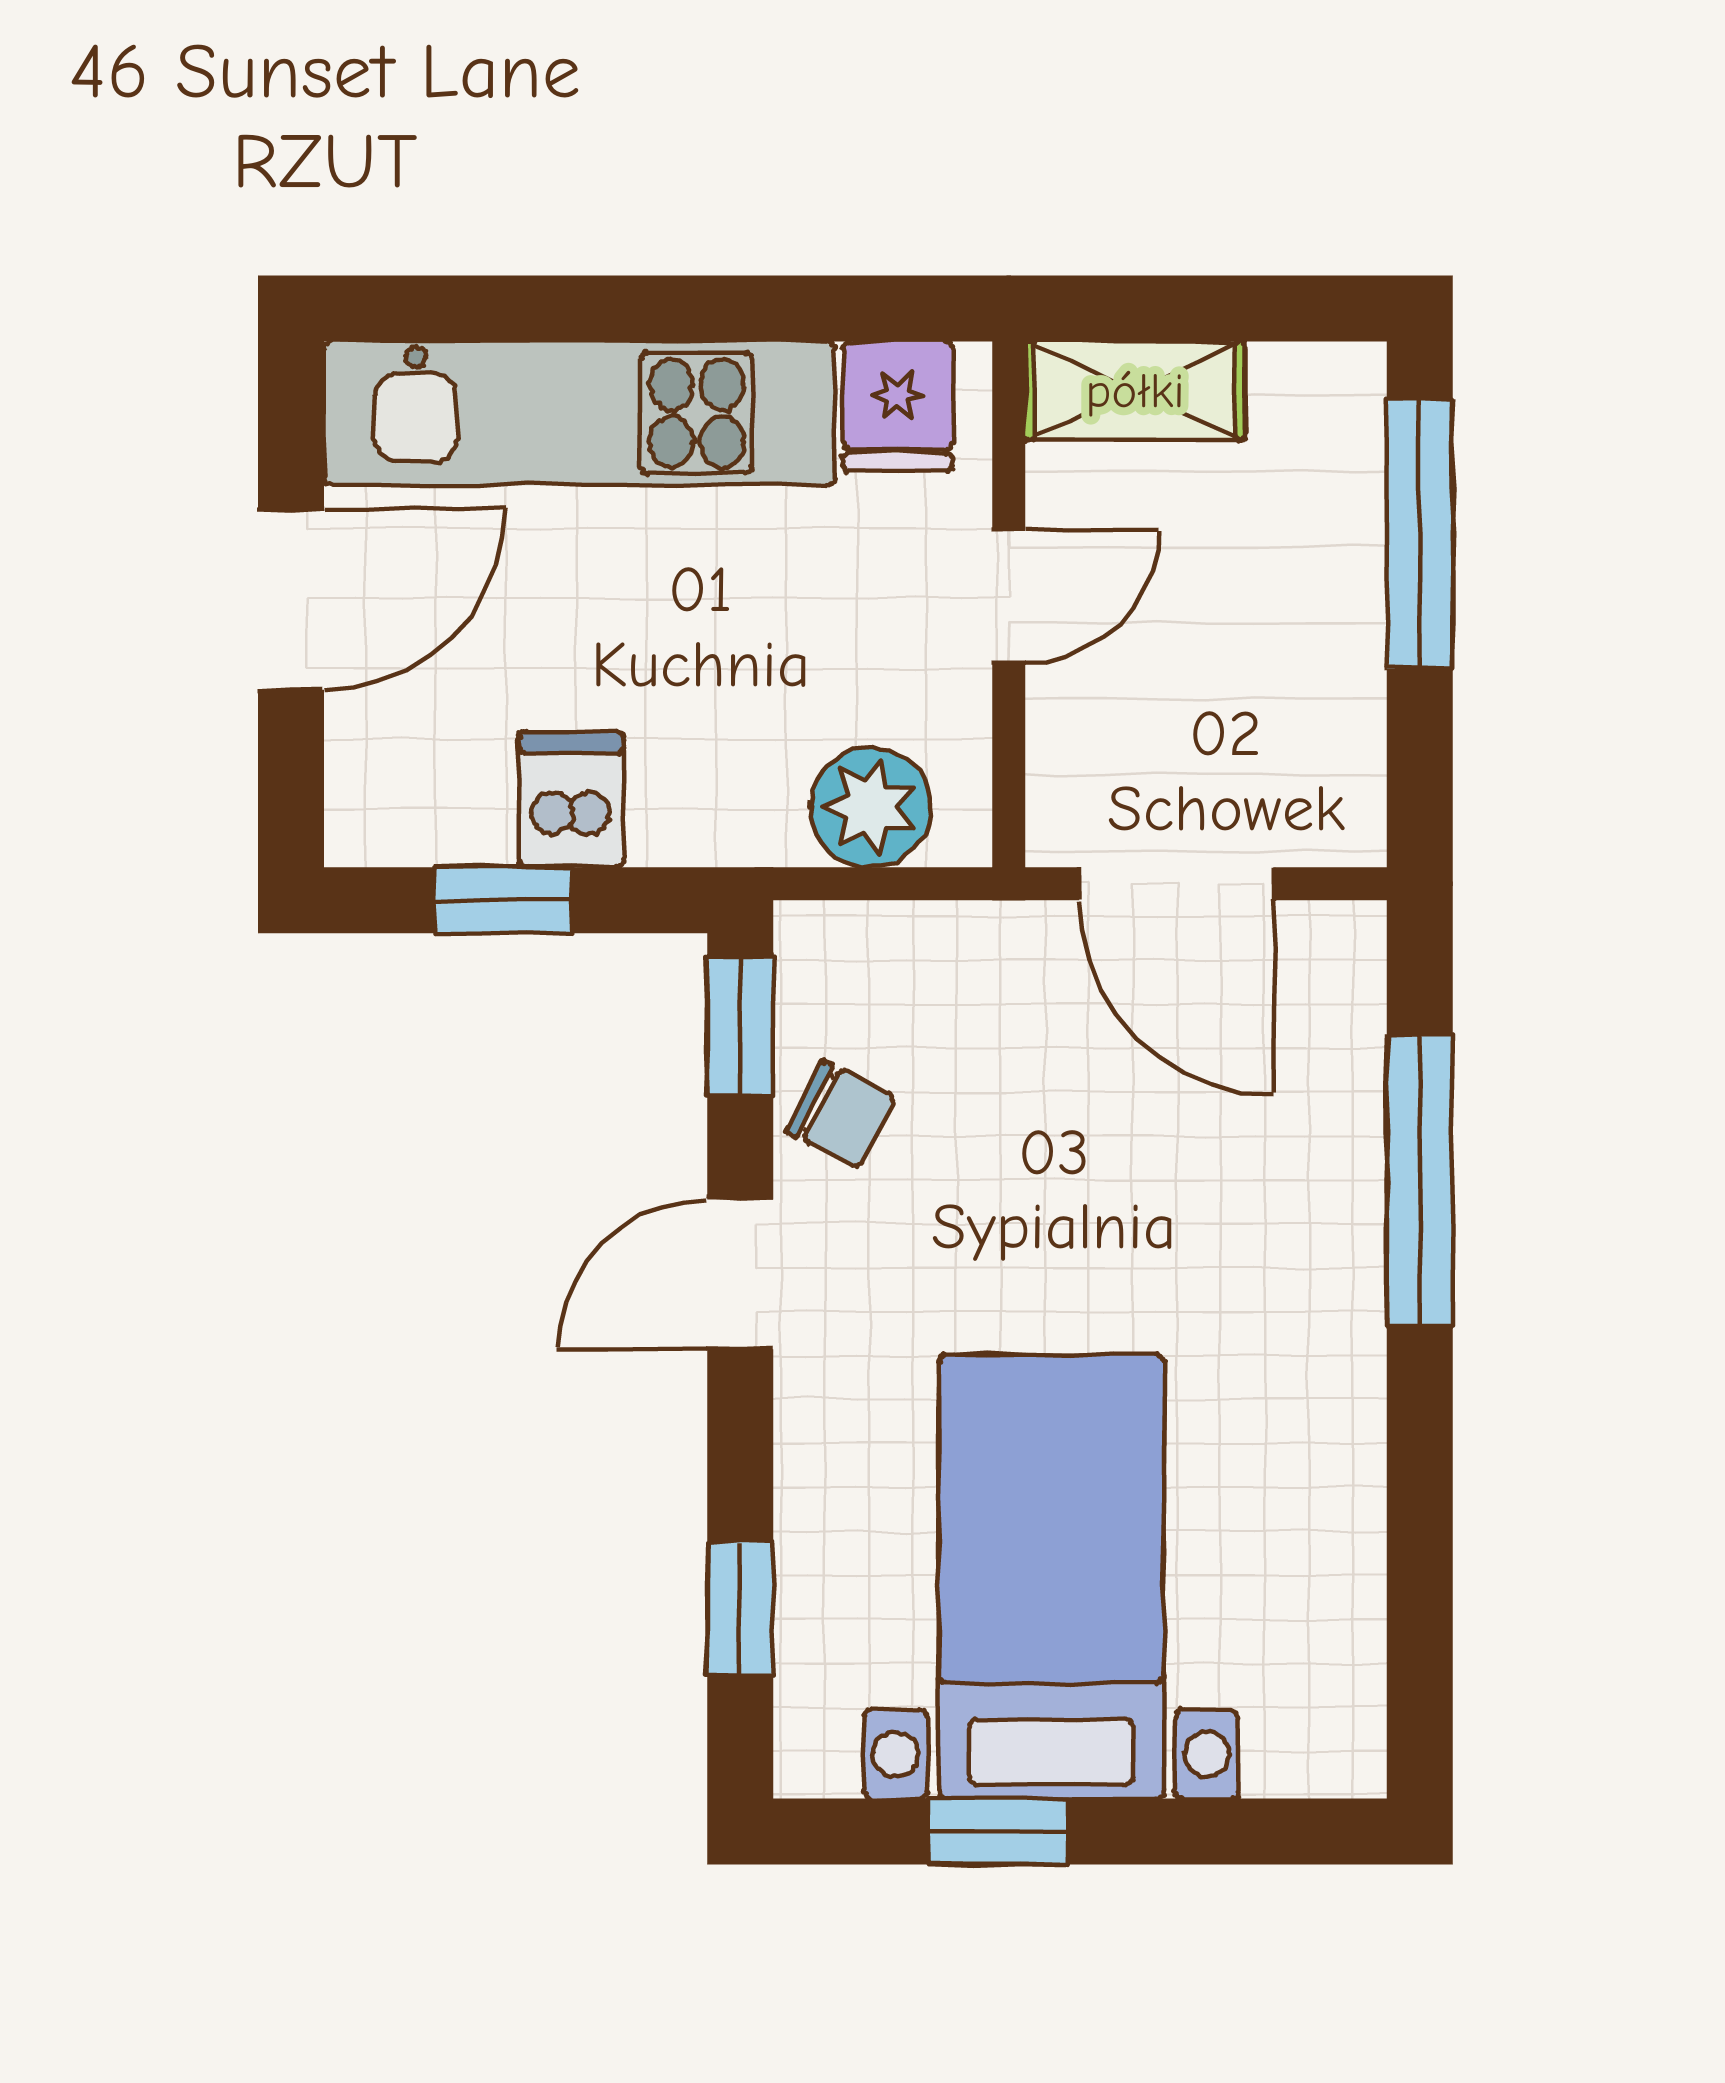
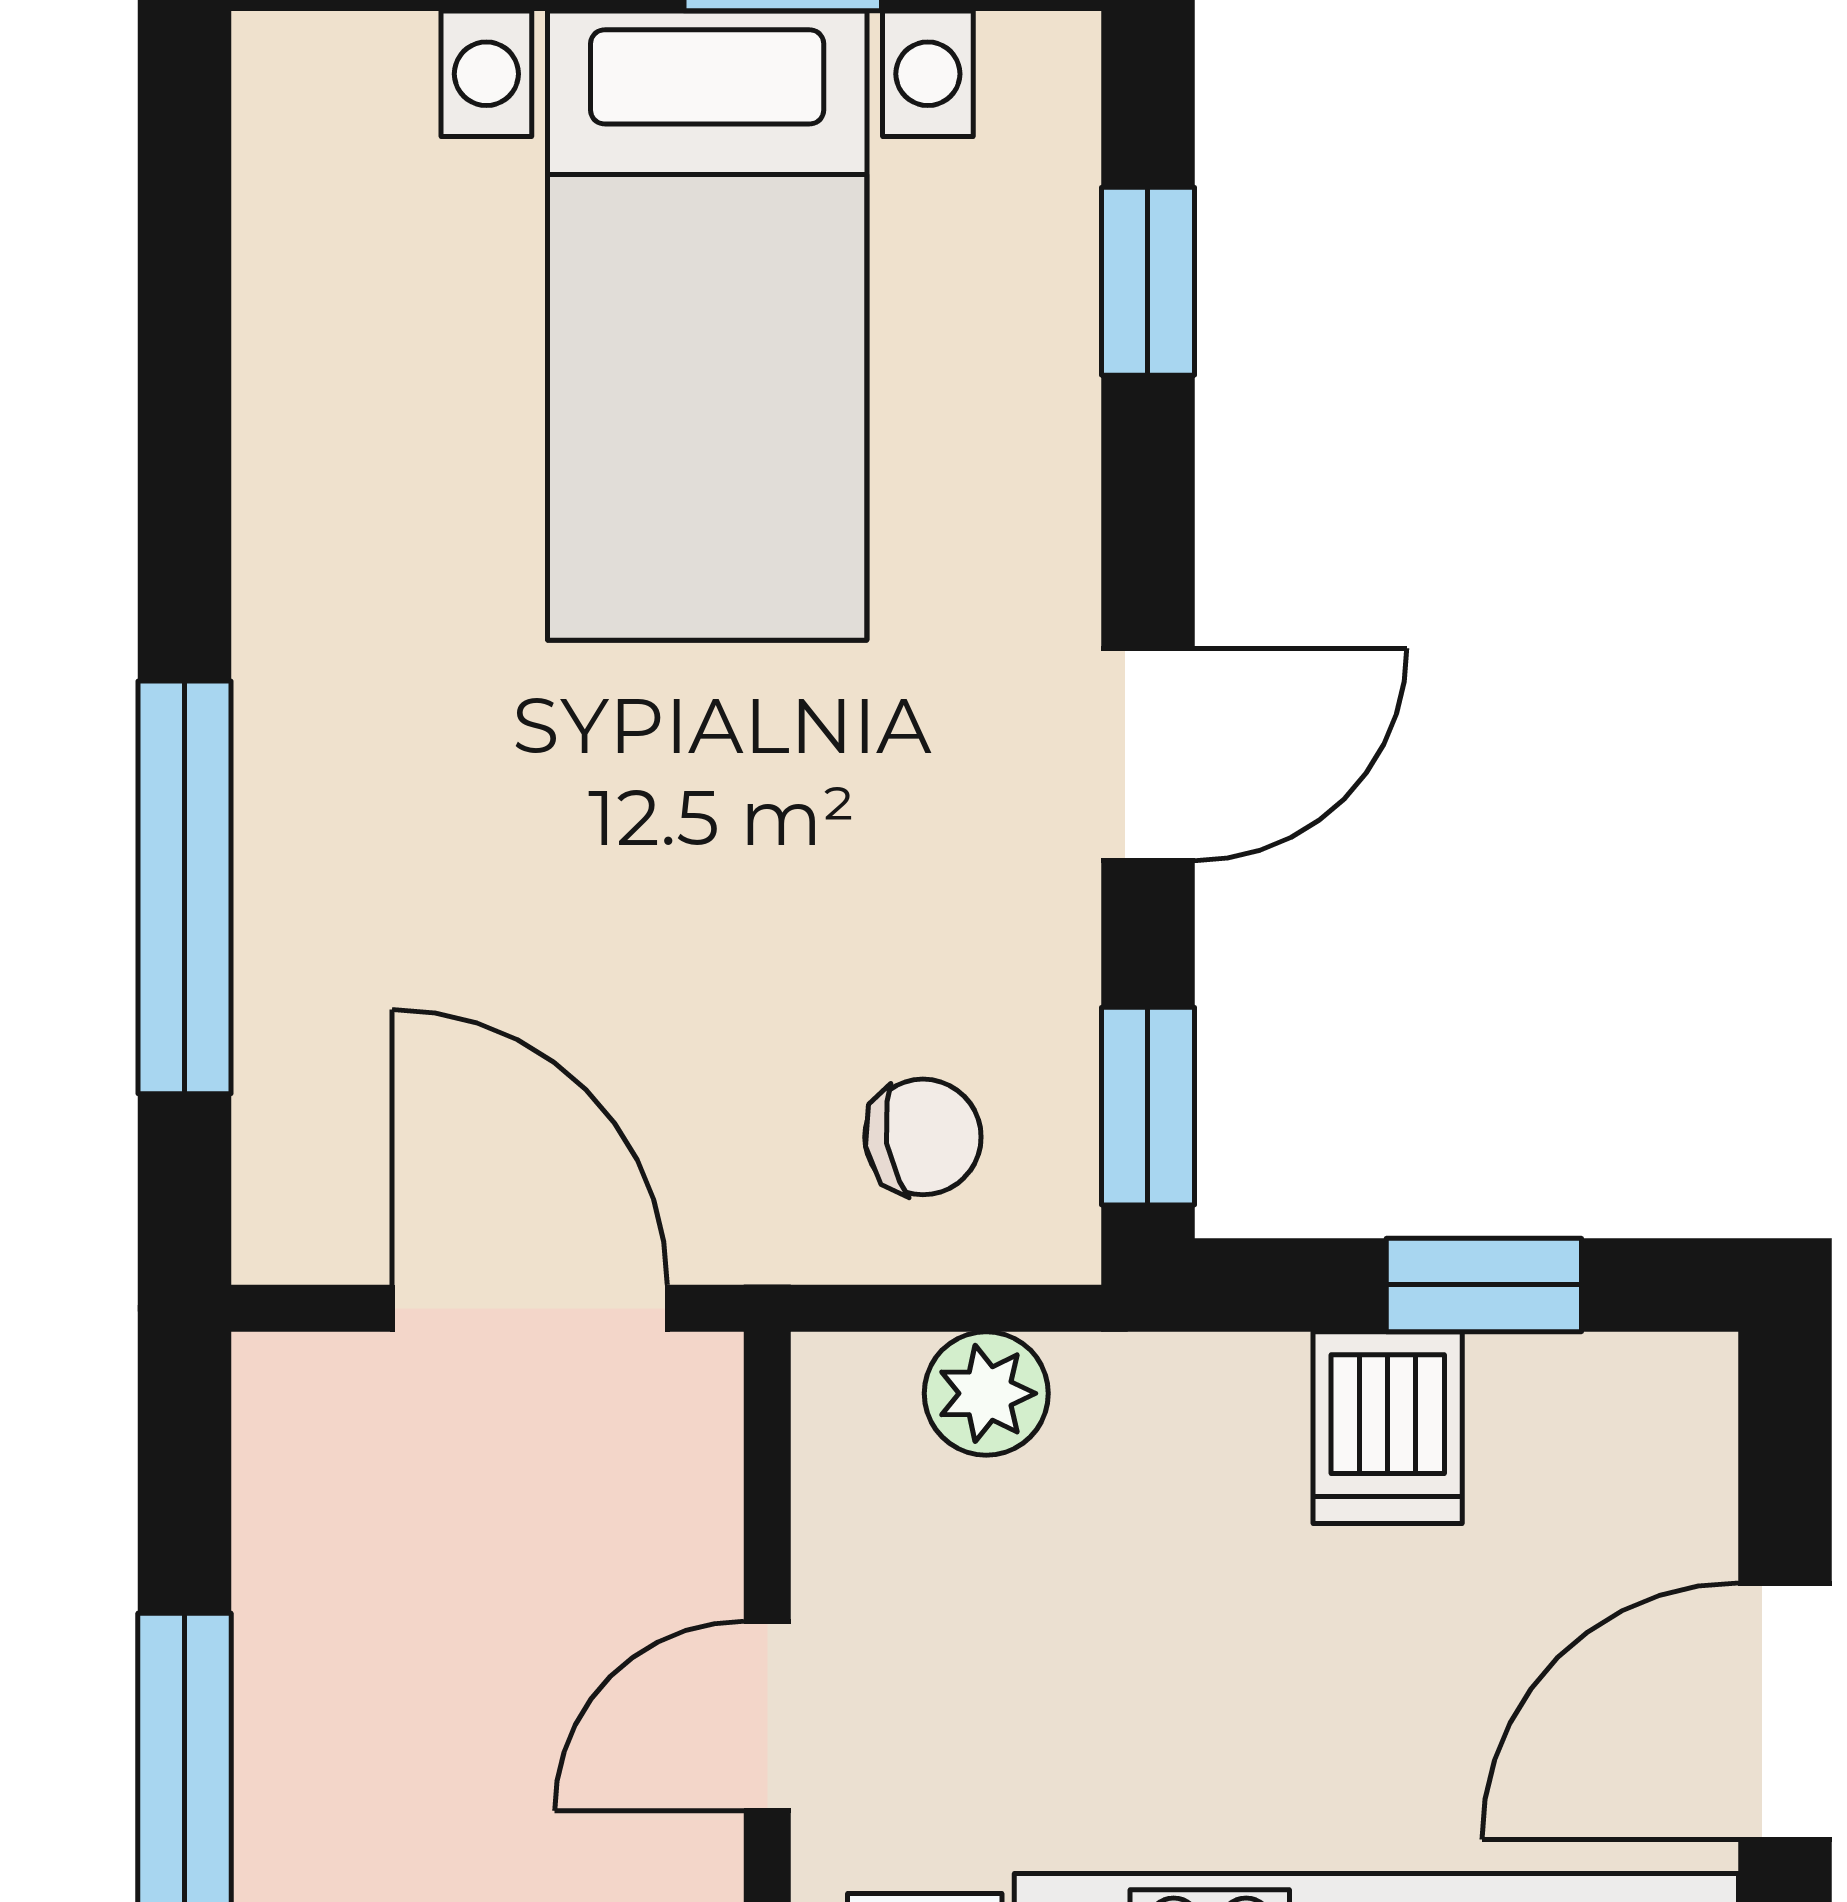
plant: (871, 807) -> (986, 1393), width x0.73, depth x0.73
chair: (840, 1114) -> (923, 1137), moved, turned 144

